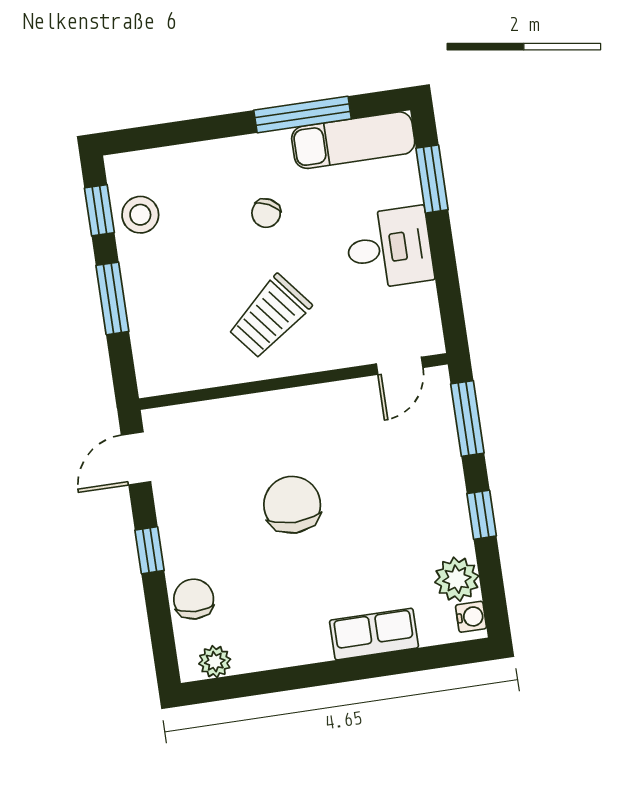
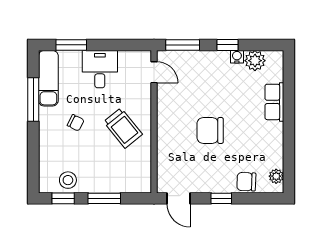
water cooler: (471, 617) -> (237, 57), moved

